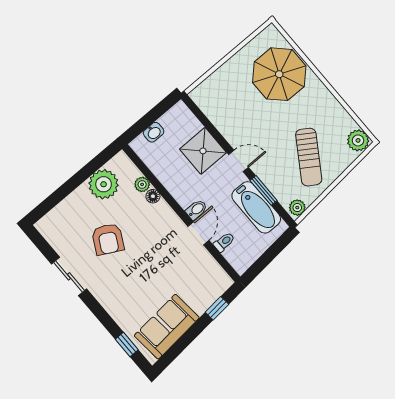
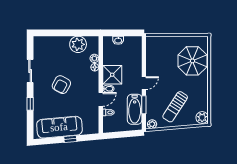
shower: (203, 151) -> (112, 75), moved
door: (238, 161) -> (144, 83), hinge flipped
armchair: (108, 239) -> (61, 85), moved
window: (217, 308) -> (70, 139), moved
sofa: (167, 327) -> (59, 127), width x1.36
window: (127, 344) -> (30, 104), moved

